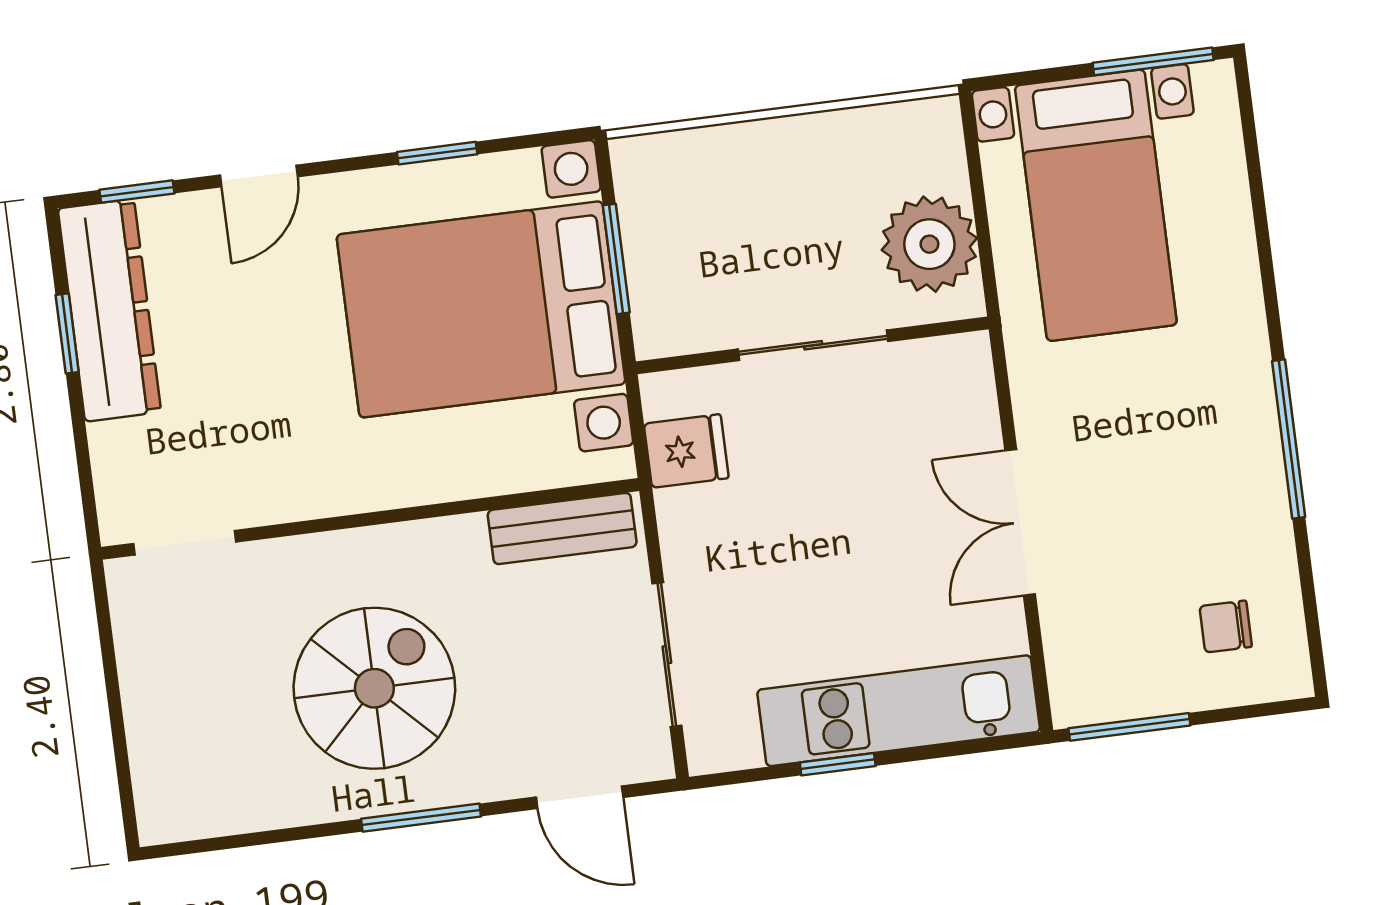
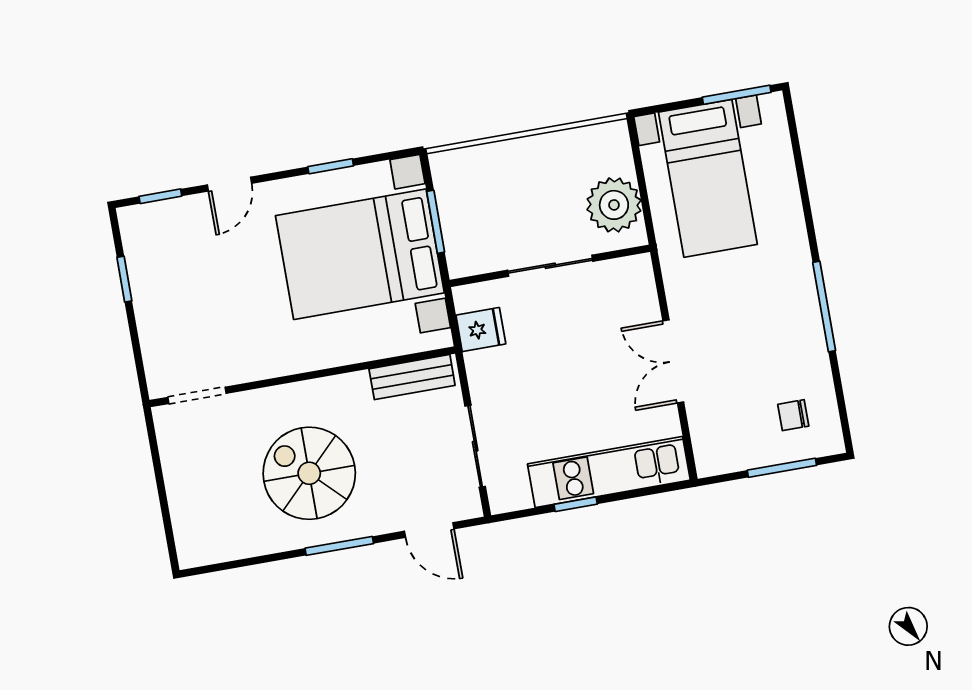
dresser: (109, 310) -> (148, 265), removed
spiral stairs: (374, 688) -> (309, 473), turned -90
window: (1129, 727) -> (782, 468), moved

